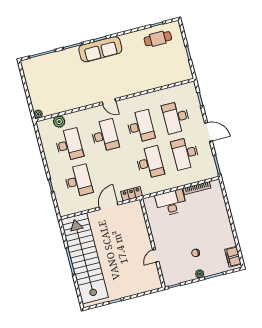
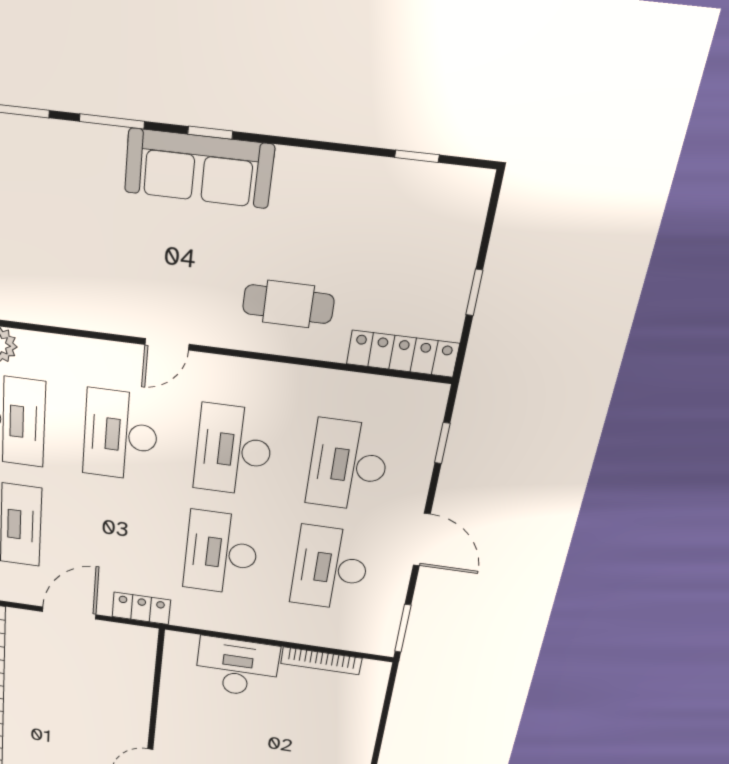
cafe table: (158, 39) -> (288, 304), moved
locker: (177, 77) -> (403, 354), added
door: (109, 102) -> (167, 344), hinge flipped
desk: (140, 126) -> (233, 450), turned 180
desk: (105, 136) -> (120, 435), turned 180
desk: (150, 163) -> (221, 553), turned 180

